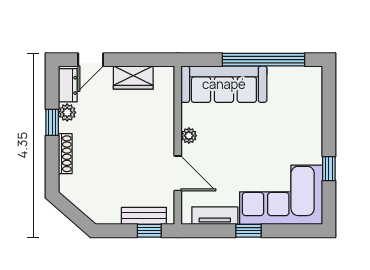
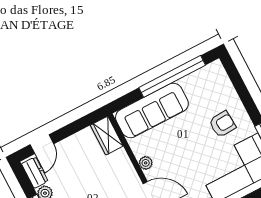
wardrobe: (133, 78) -> (107, 136), moved, turned 90
armchair: (290, 137) -> (222, 124), added

